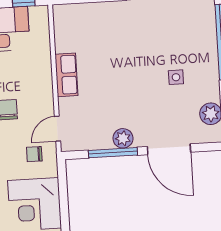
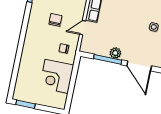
door: (57, 129) -> (83, 28), moved

